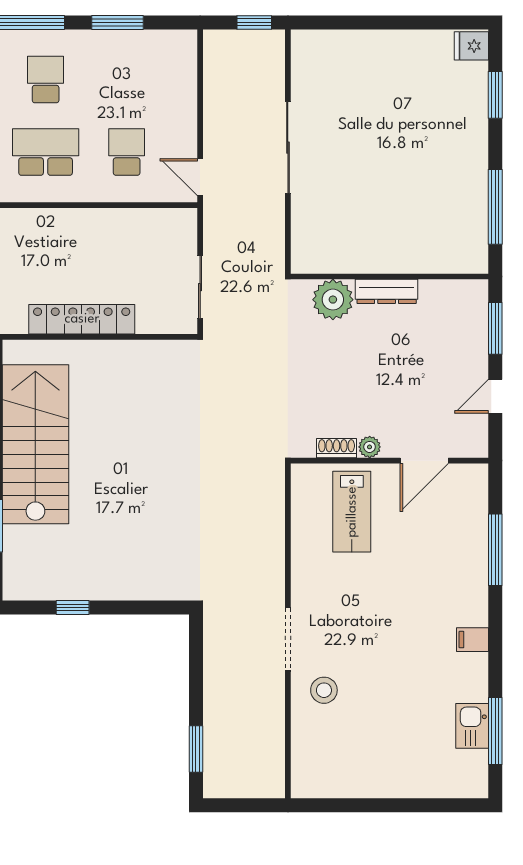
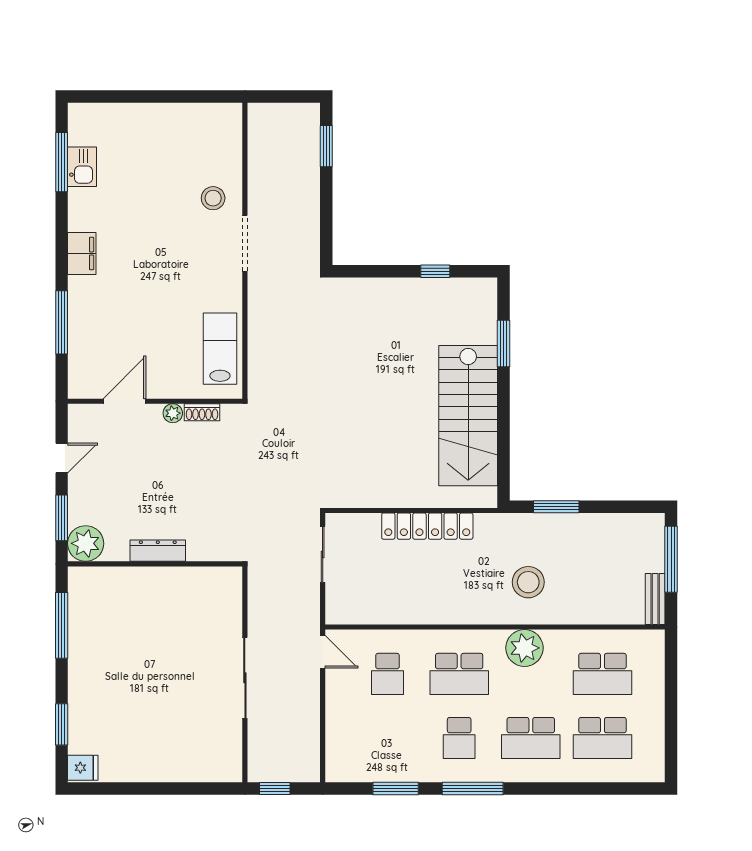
plant: (333, 300) -> (86, 543), moved
lab bench: (352, 512) -> (220, 349), moved
filing cabinet: (473, 640) -> (82, 253), width x2.00

